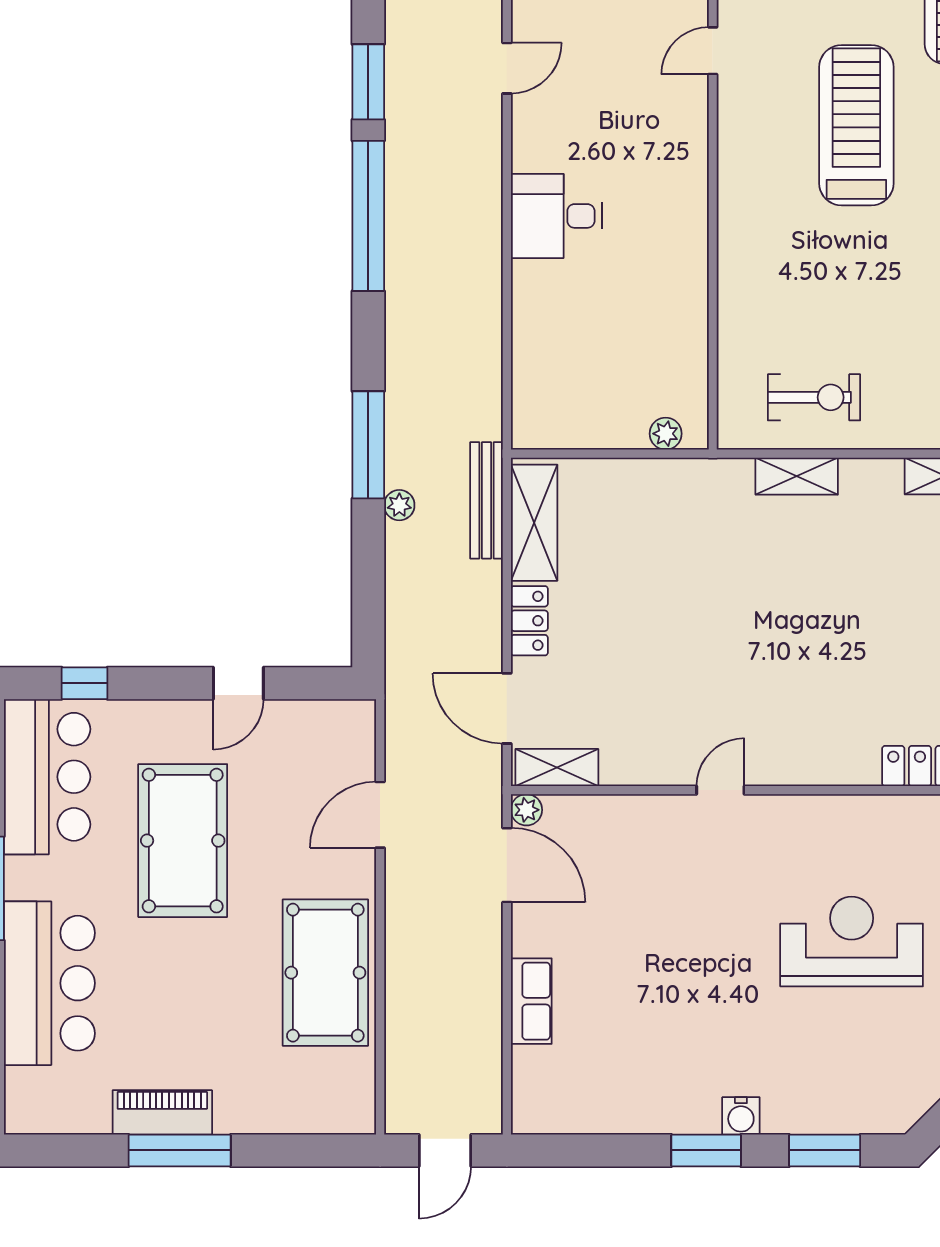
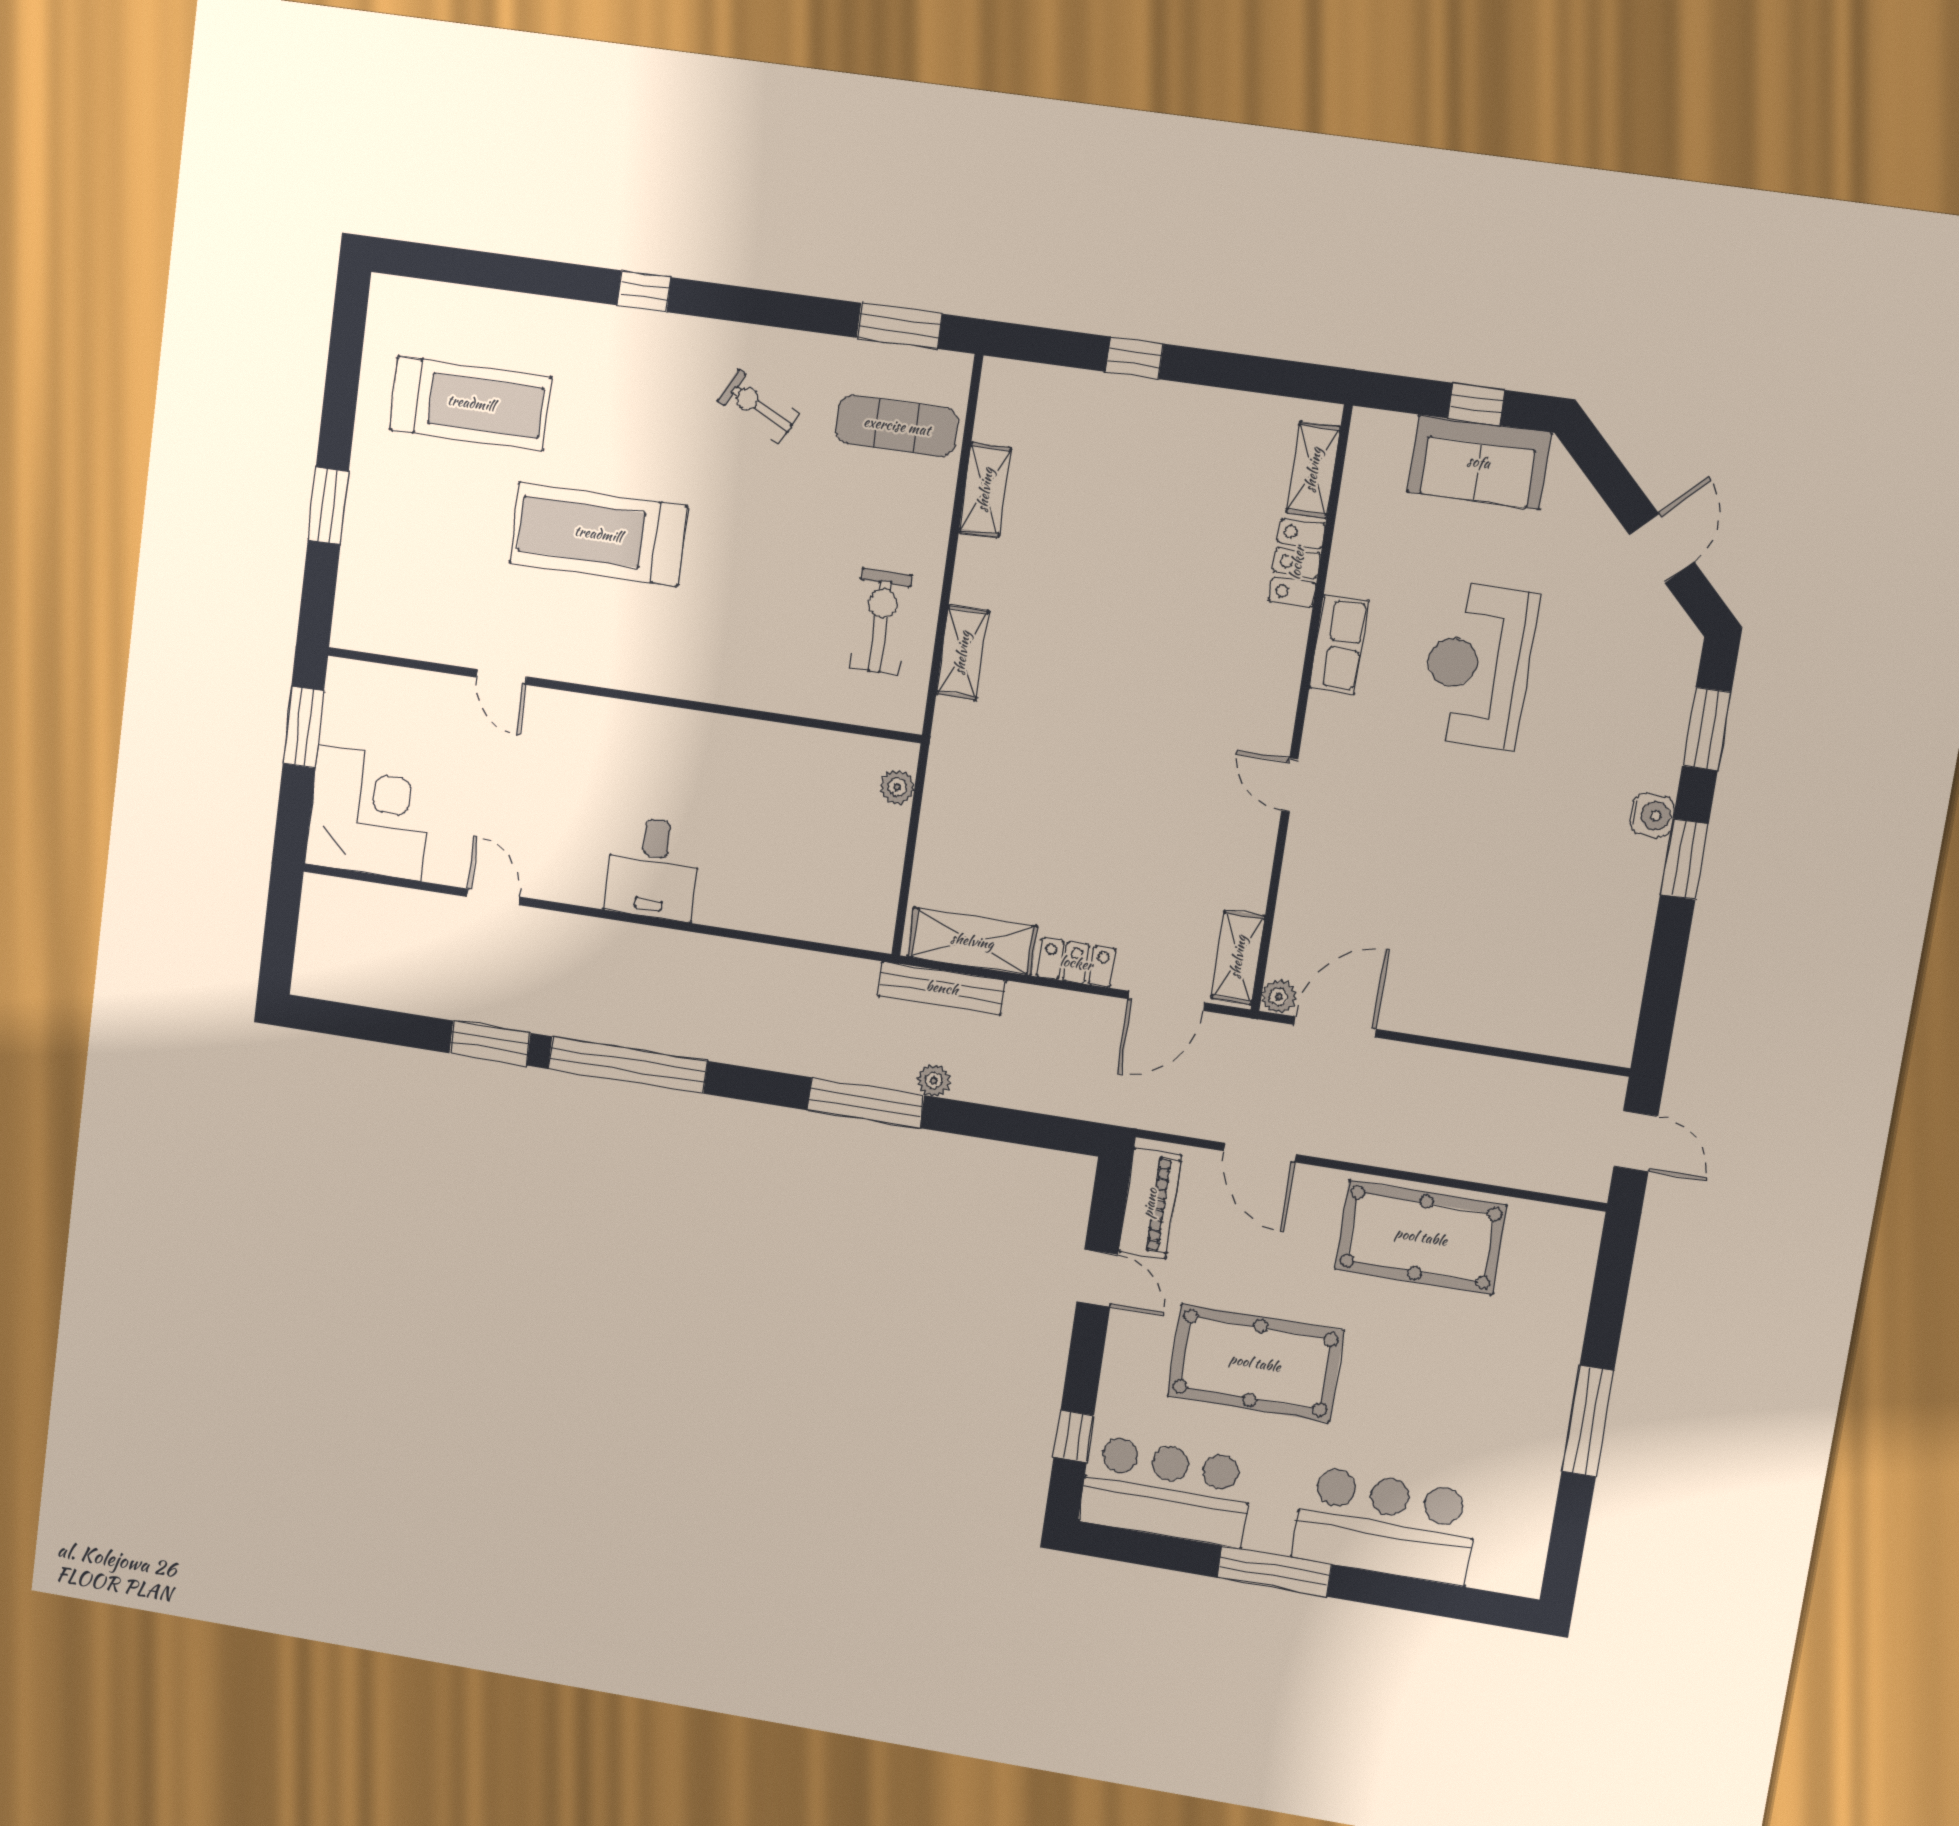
row of seats: (531, 1001) -> (1339, 644), moved, turned 90
piano: (162, 1112) -> (1150, 1203), moved, turned 180

